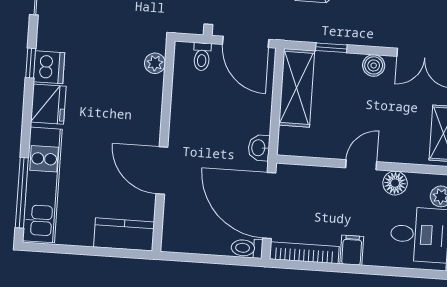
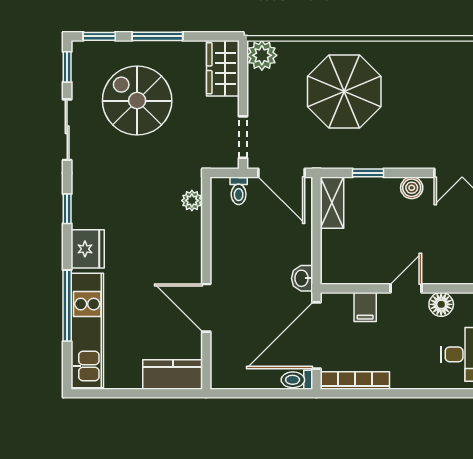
dishwasher: (49, 67) -> (86, 212), removed
shelving: (297, 88) -> (332, 203), width x0.67, depth x0.75
window: (22, 193) -> (67, 306), moved
door: (269, 206) -> (316, 336), hinge flipped
filing cabinet: (352, 250) -> (365, 307), moved, turned 180

